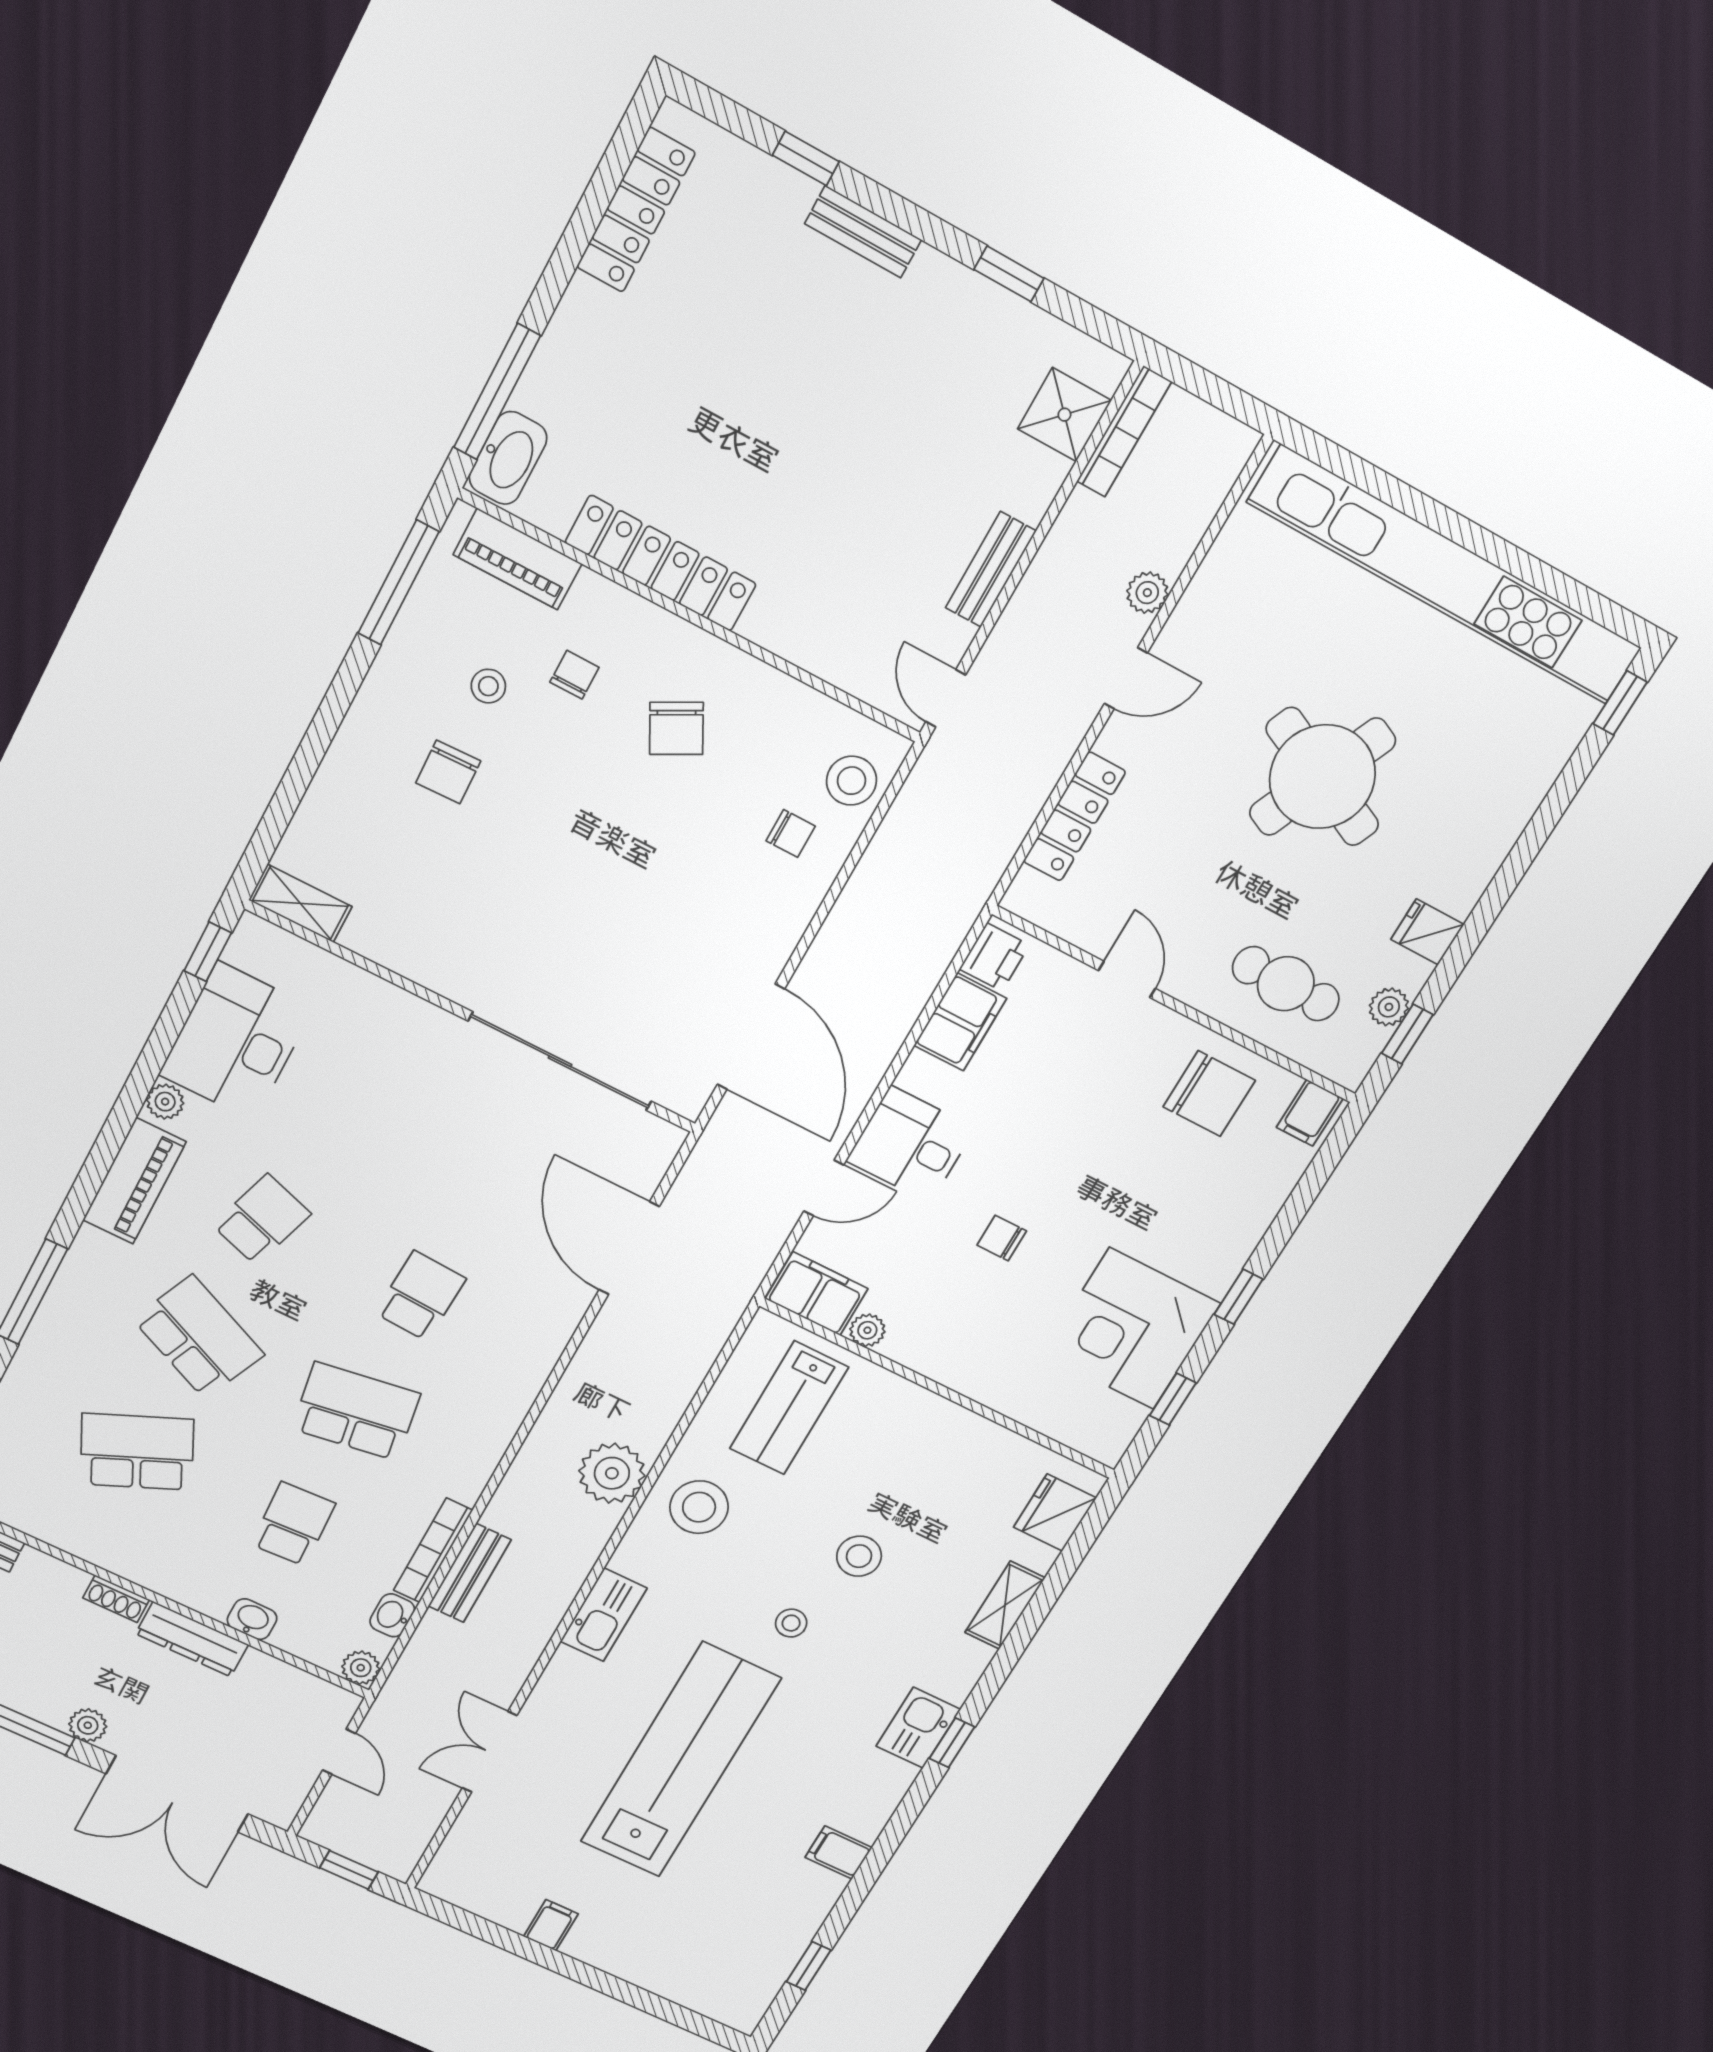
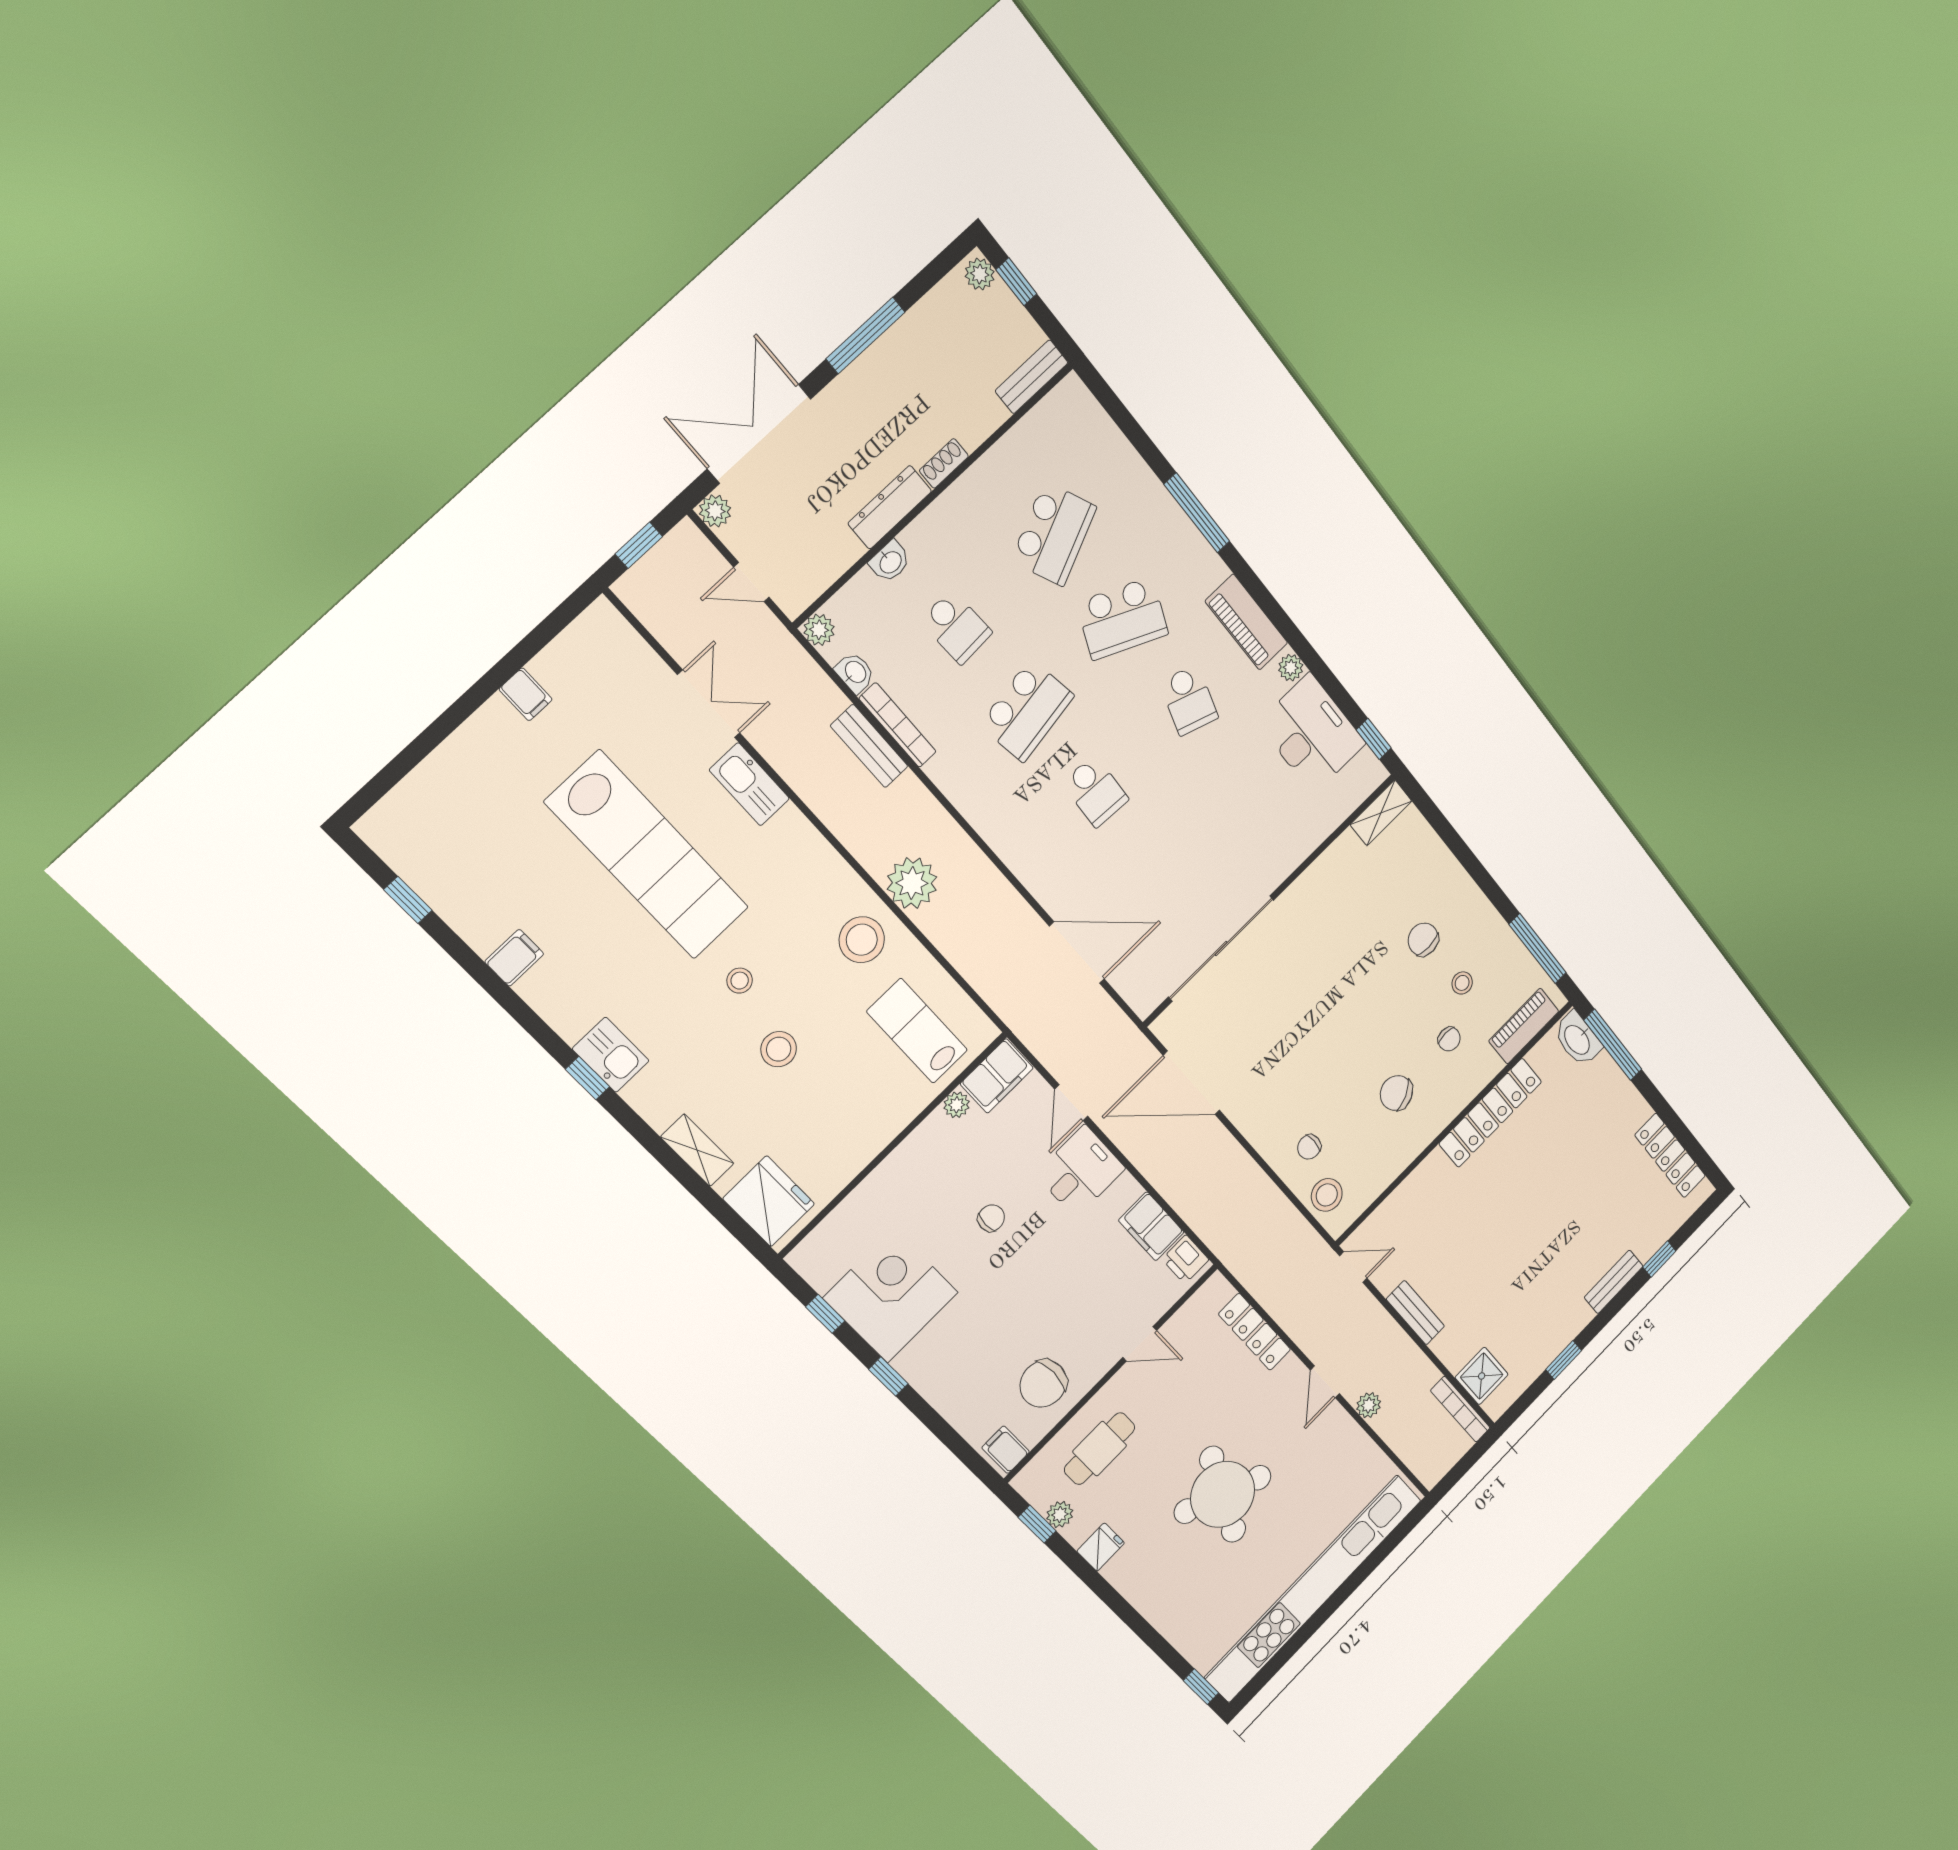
fridge: (1055, 1513) -> (769, 1201), width x1.36, depth x1.34
kitchen sink: (604, 1615) -> (749, 784), moved
plant: (88, 1725) -> (715, 511), moved

